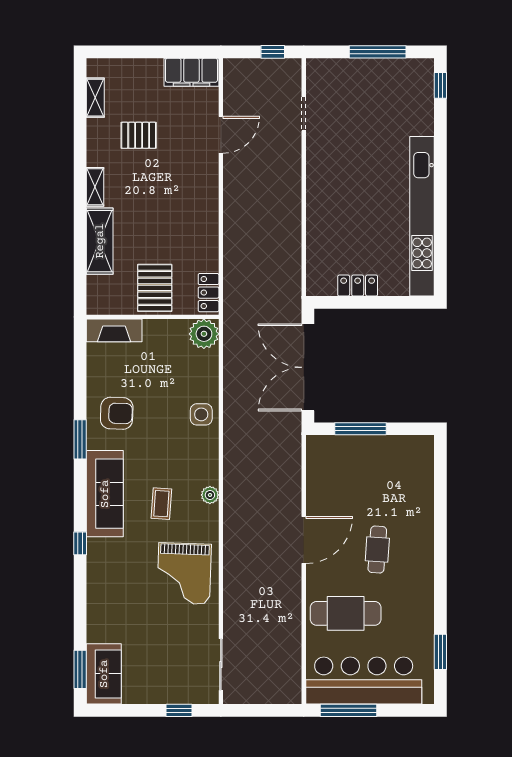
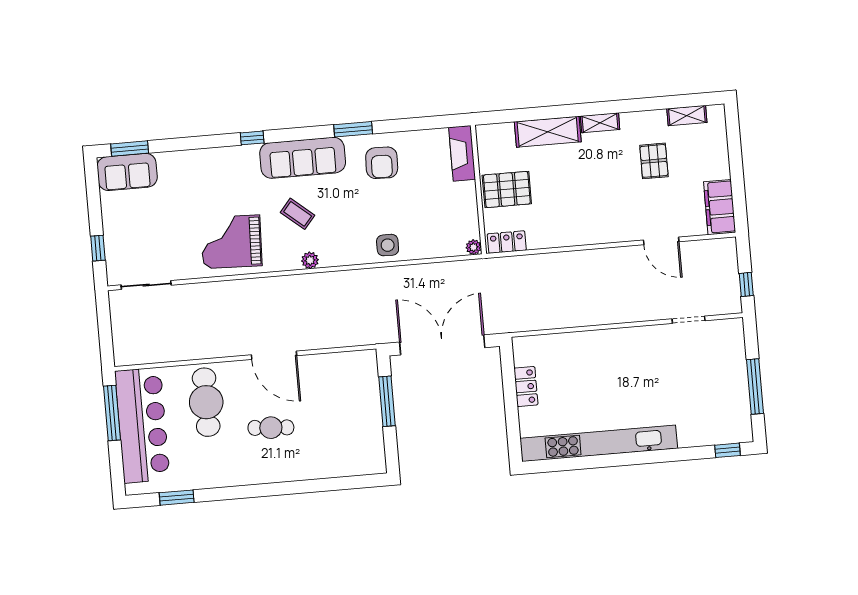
plant: (204, 334) -> (474, 247), width x0.53, depth x0.53
coffee table: (161, 504) -> (298, 214), turned 36

